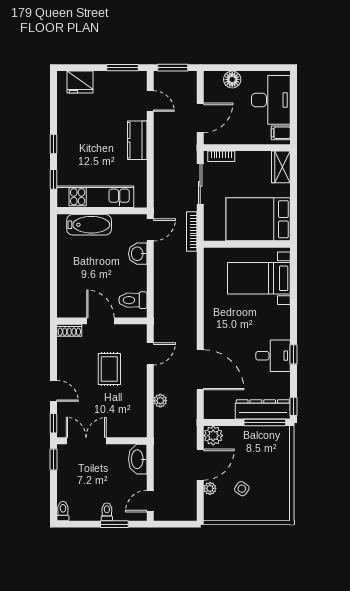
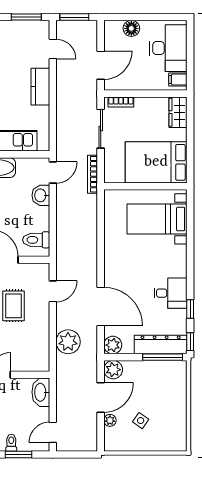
window: (293, 354) -> (190, 309), moved
plant: (160, 401) -> (68, 342), width x1.87, depth x1.87
plant: (213, 410) -> (113, 345), added

